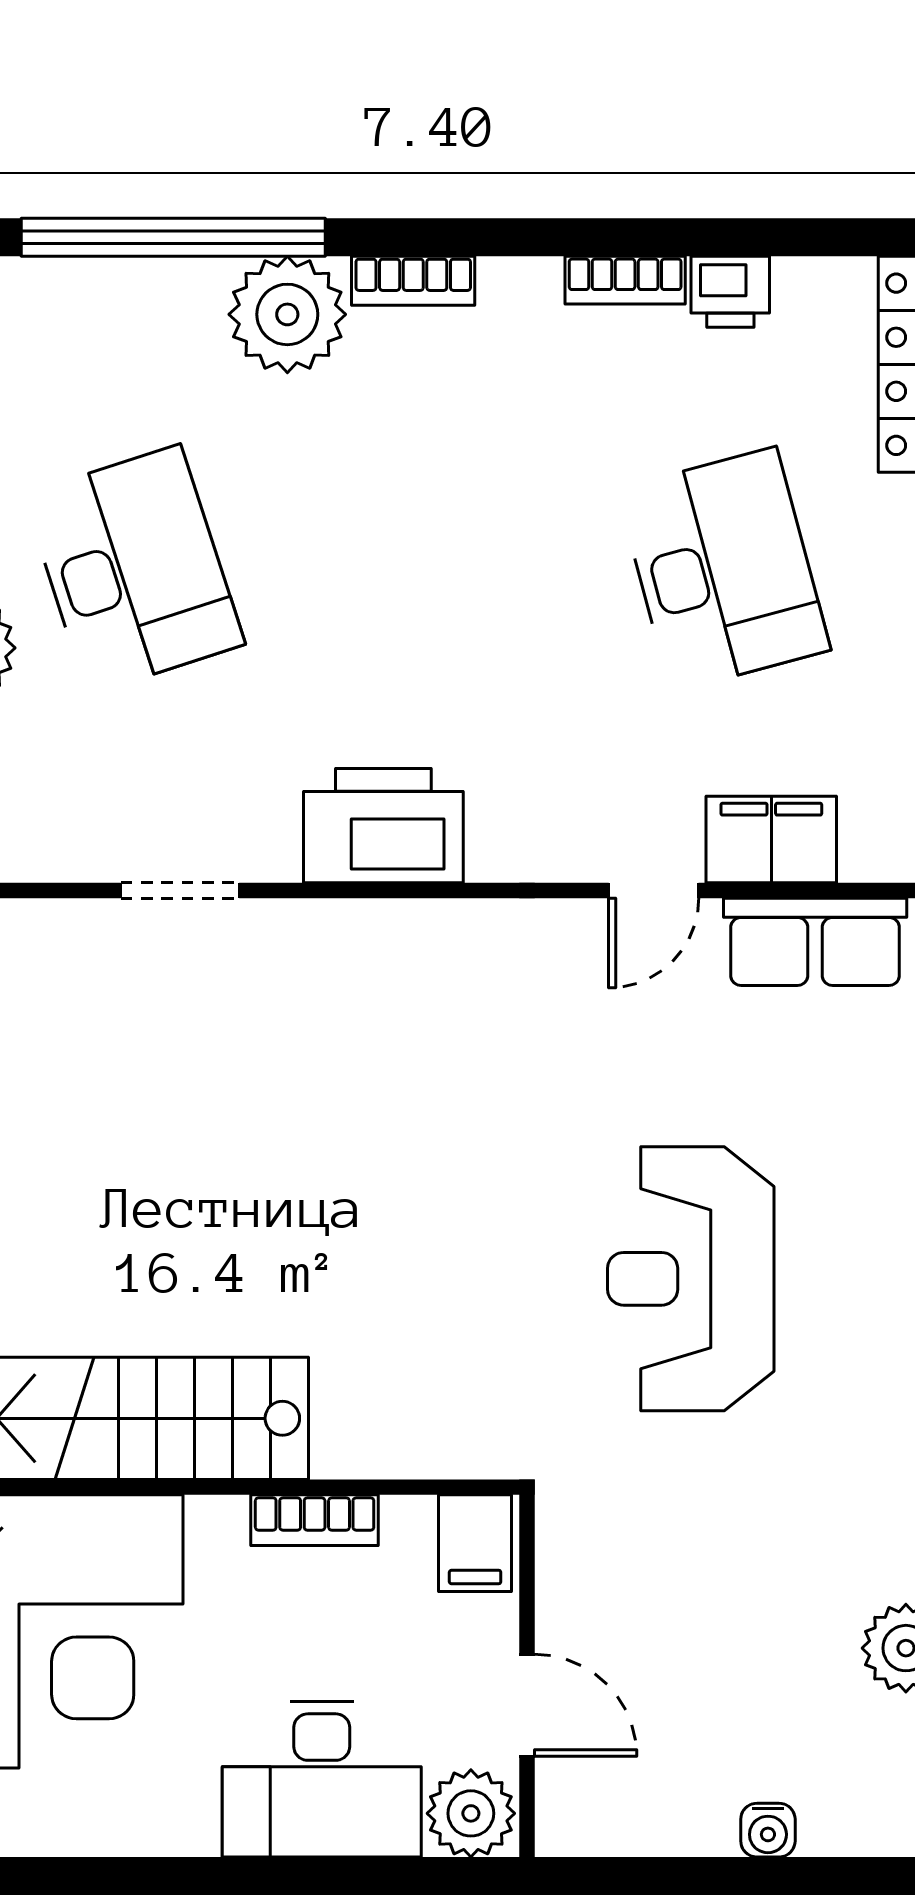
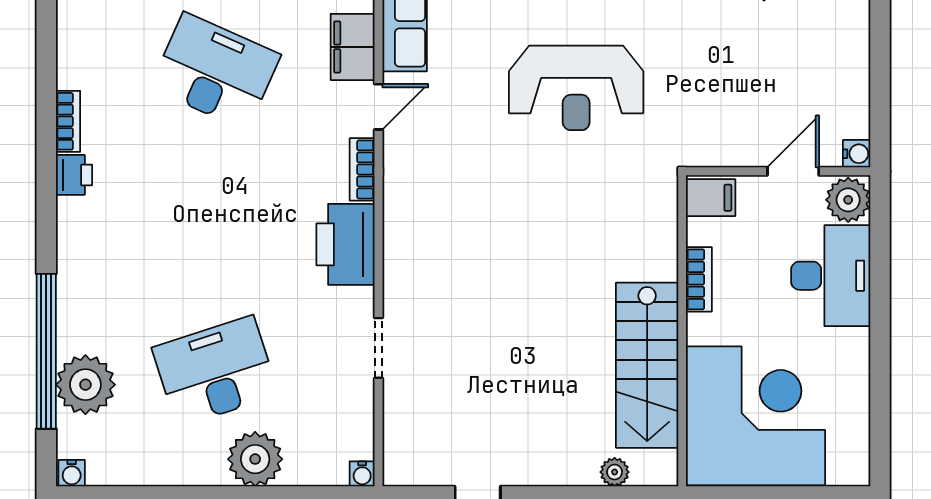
bookcase: (413, 281) -> (362, 169), moved, turned 180
printer: (730, 292) -> (74, 175), moved
plant: (287, 314) -> (85, 385), moved
desk: (724, 570) -> (215, 71), turned 39
door: (654, 890) -> (379, 107), hinge flipped
water cooler: (768, 1830) -> (857, 154), moved

